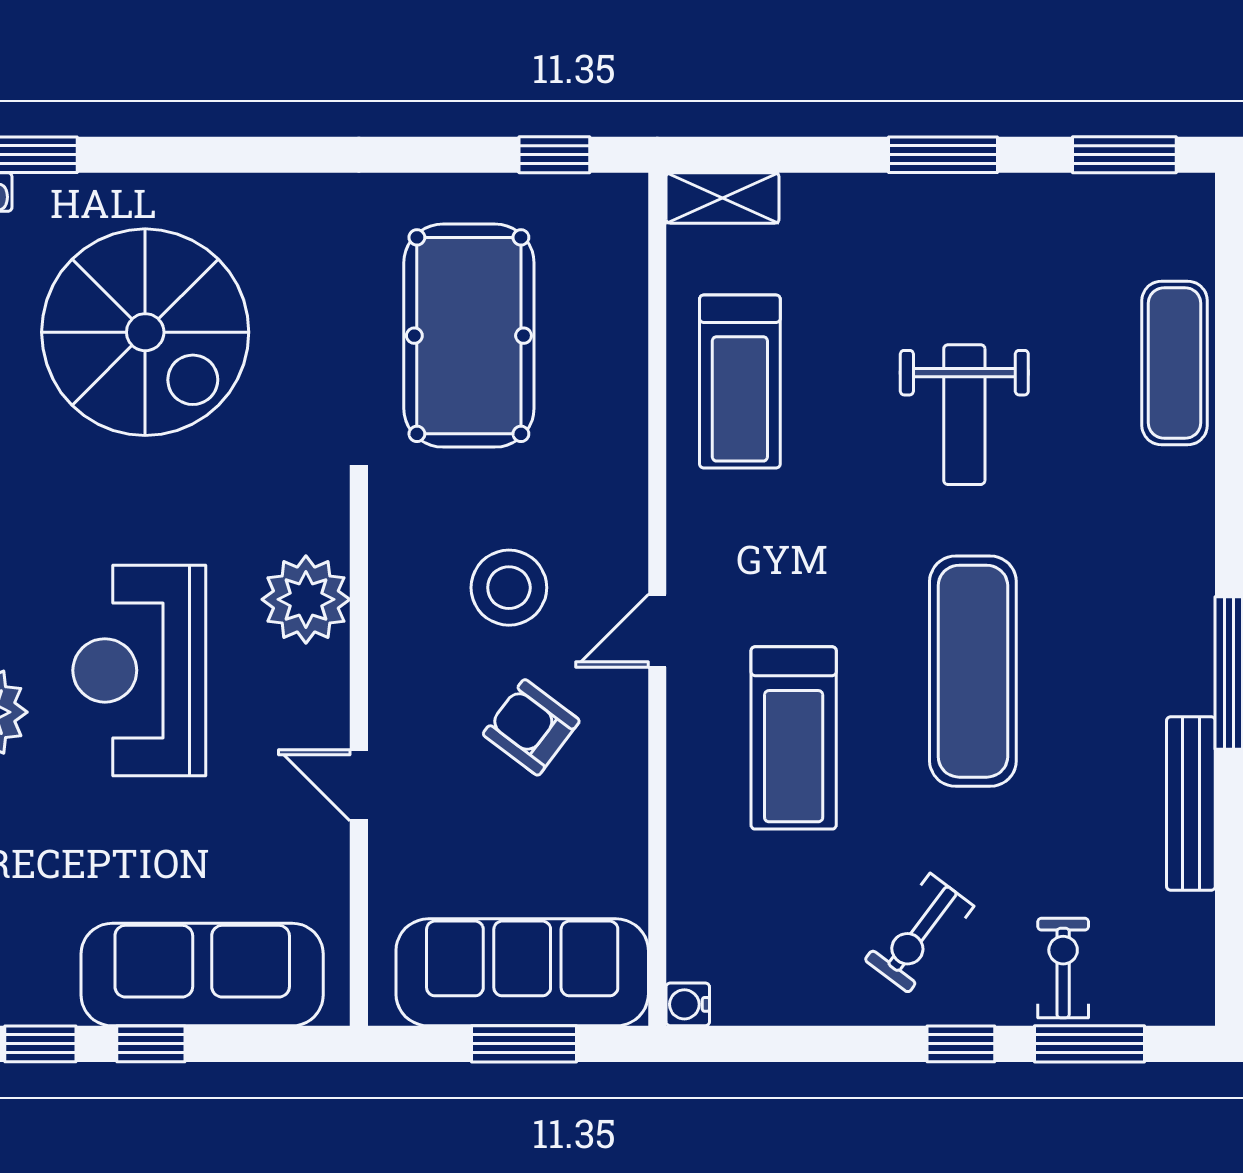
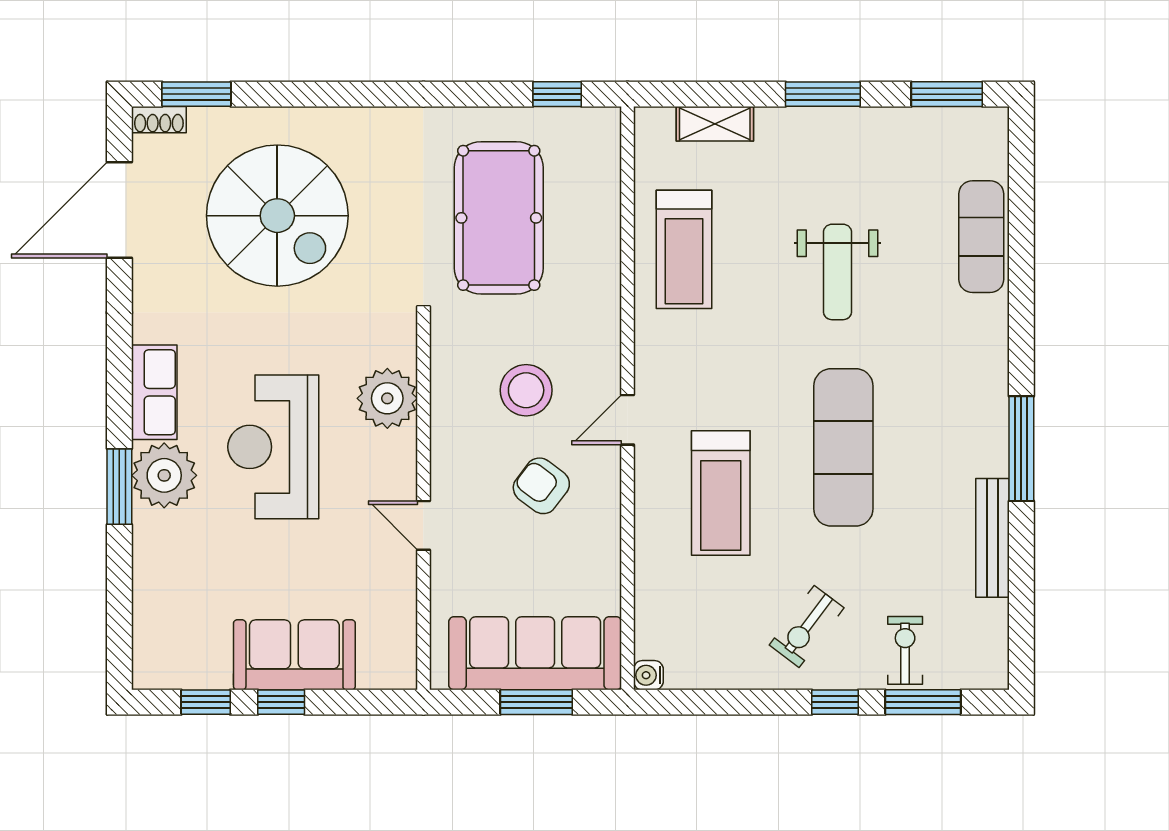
shelving: (723, 198) -> (715, 124), moved
sofa: (202, 975) -> (294, 655), width x0.73

